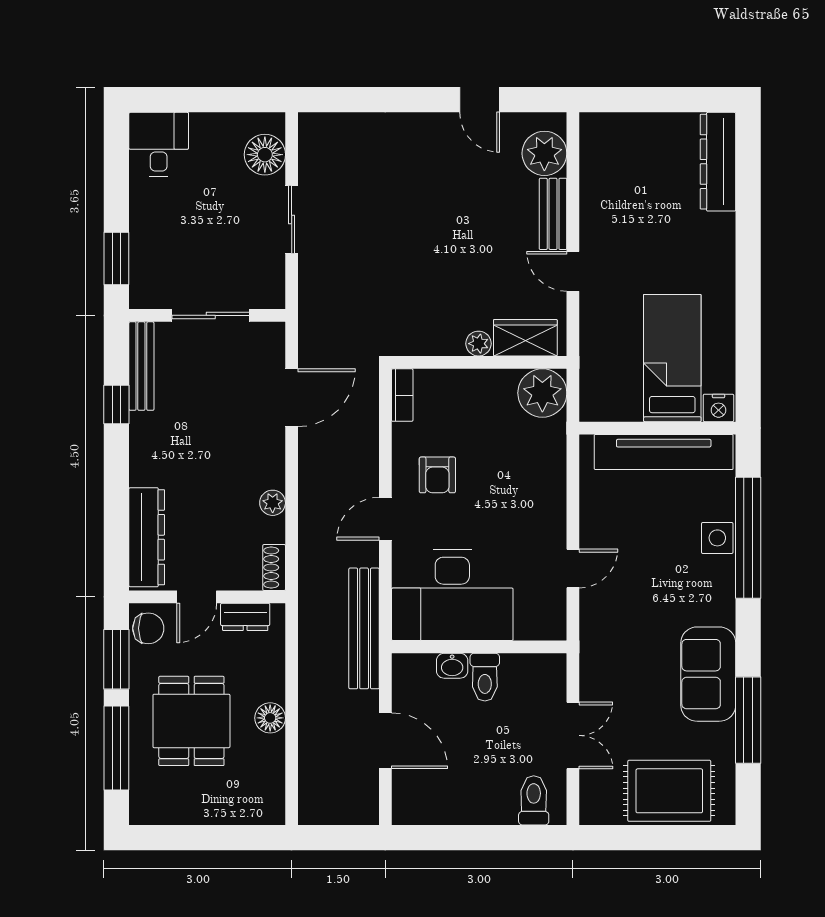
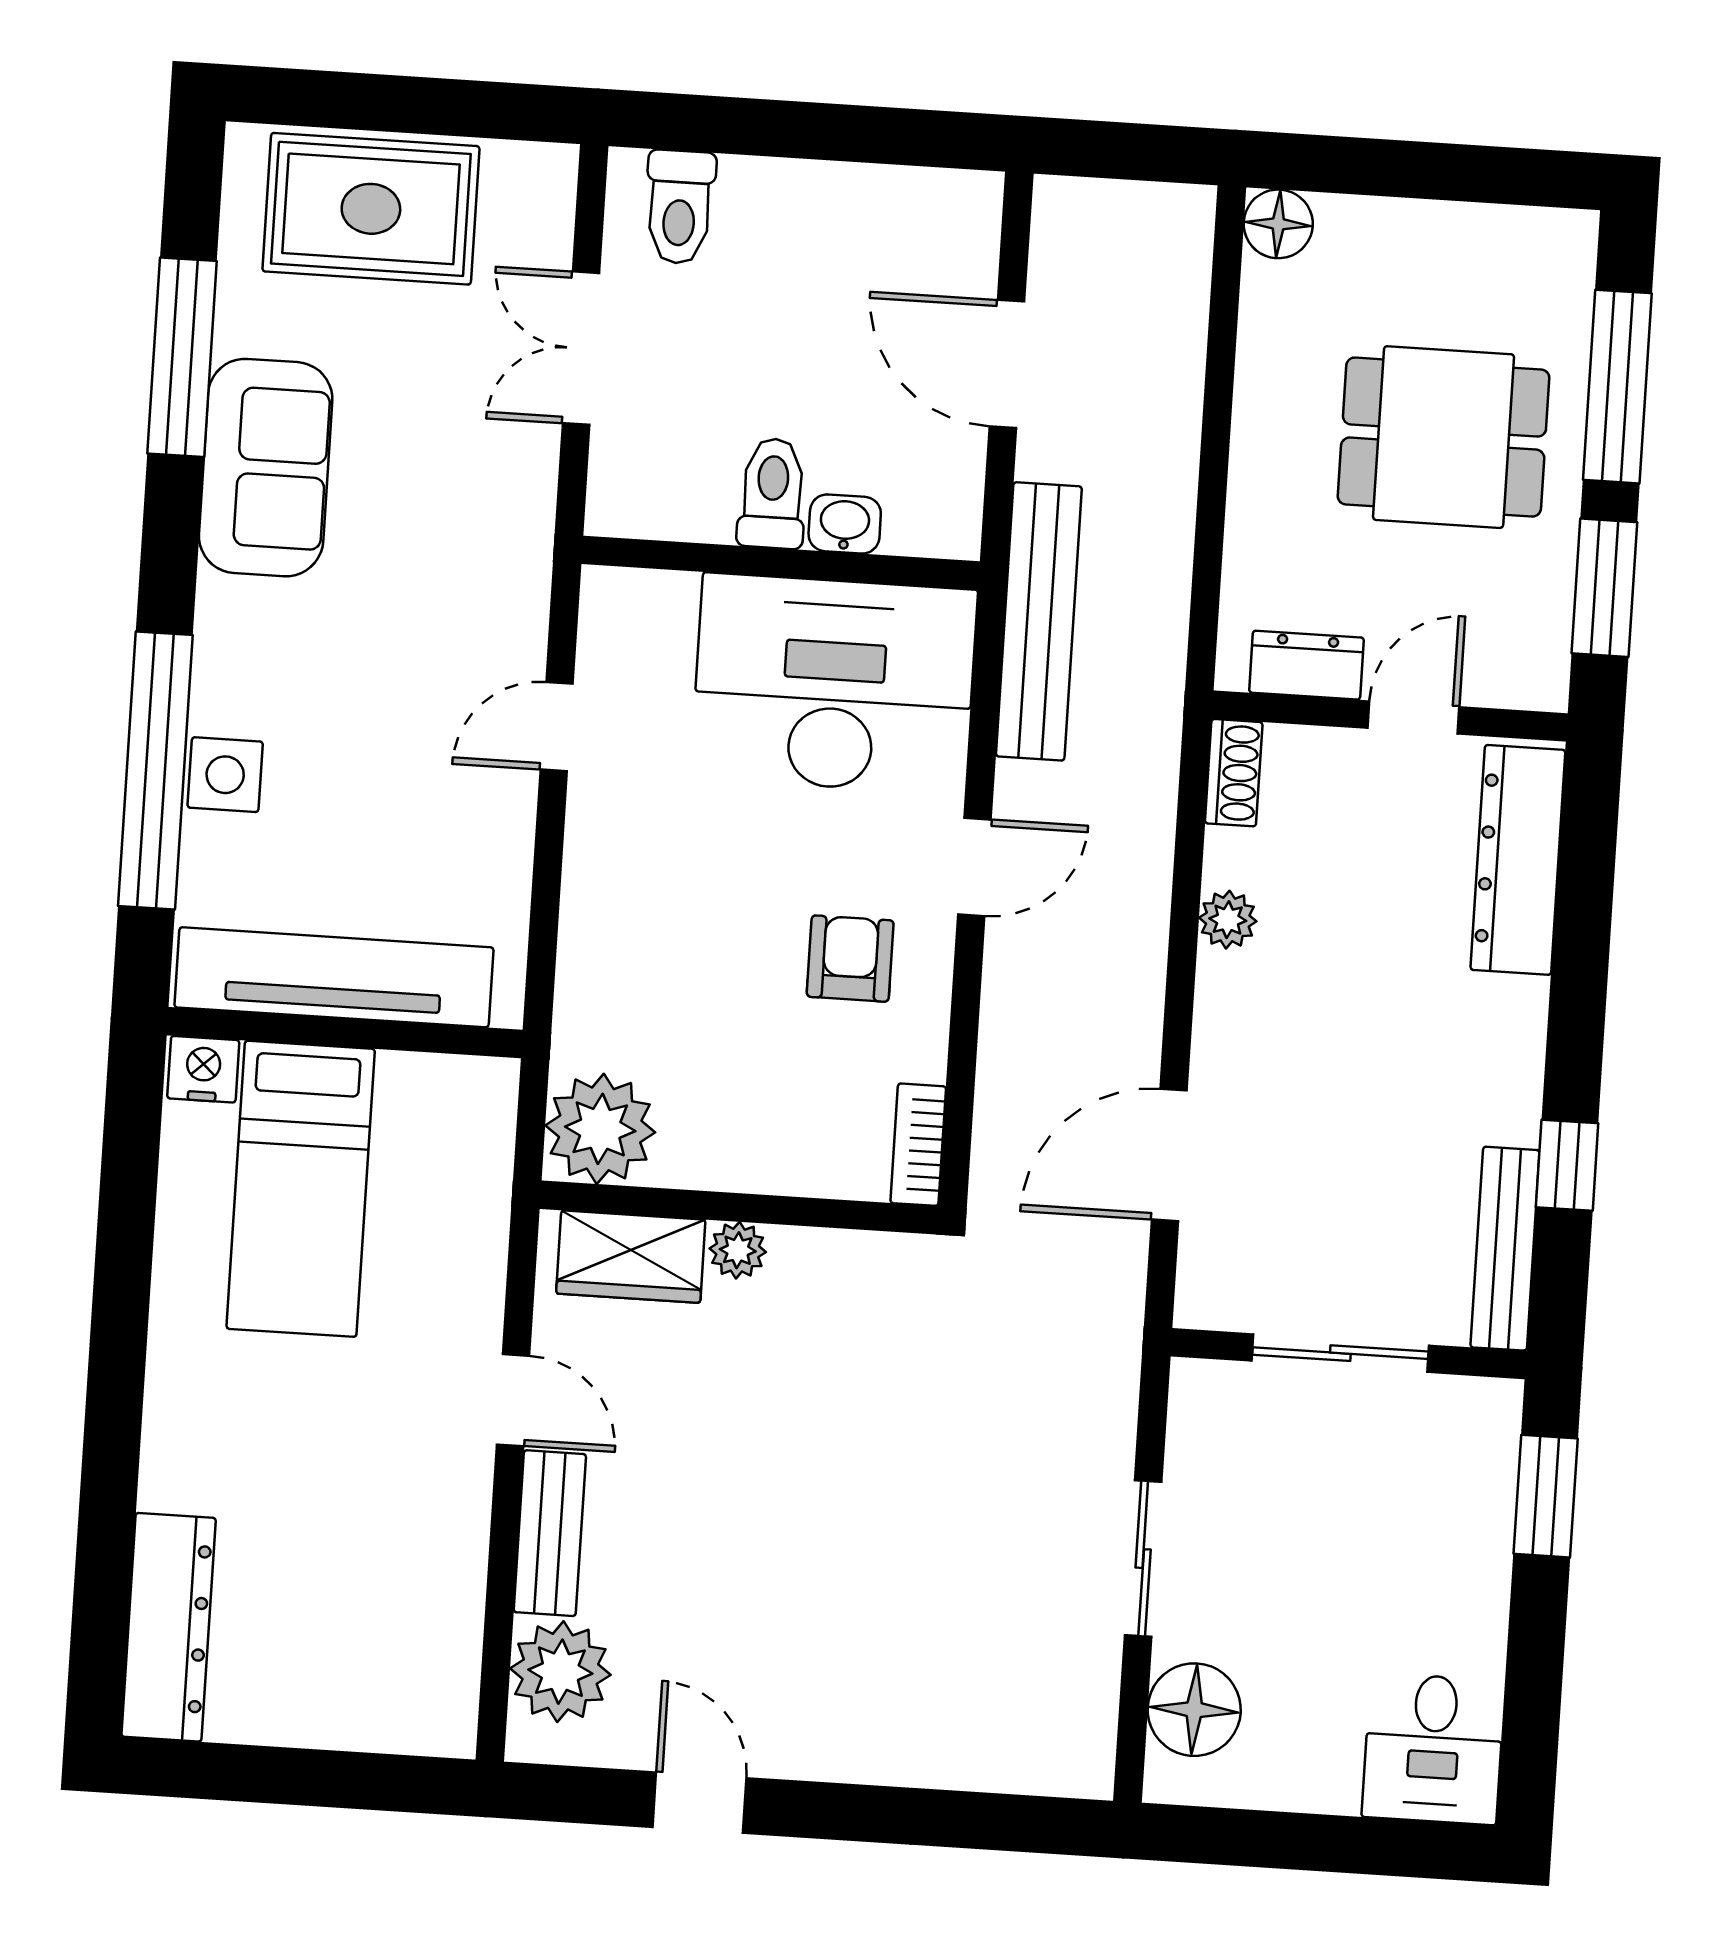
chair: (148, 628) -> (1528, 653), removed
floor lamp: (270, 718) -> (1278, 224), moved
dining table: (191, 721) -> (1444, 437), turned 90

